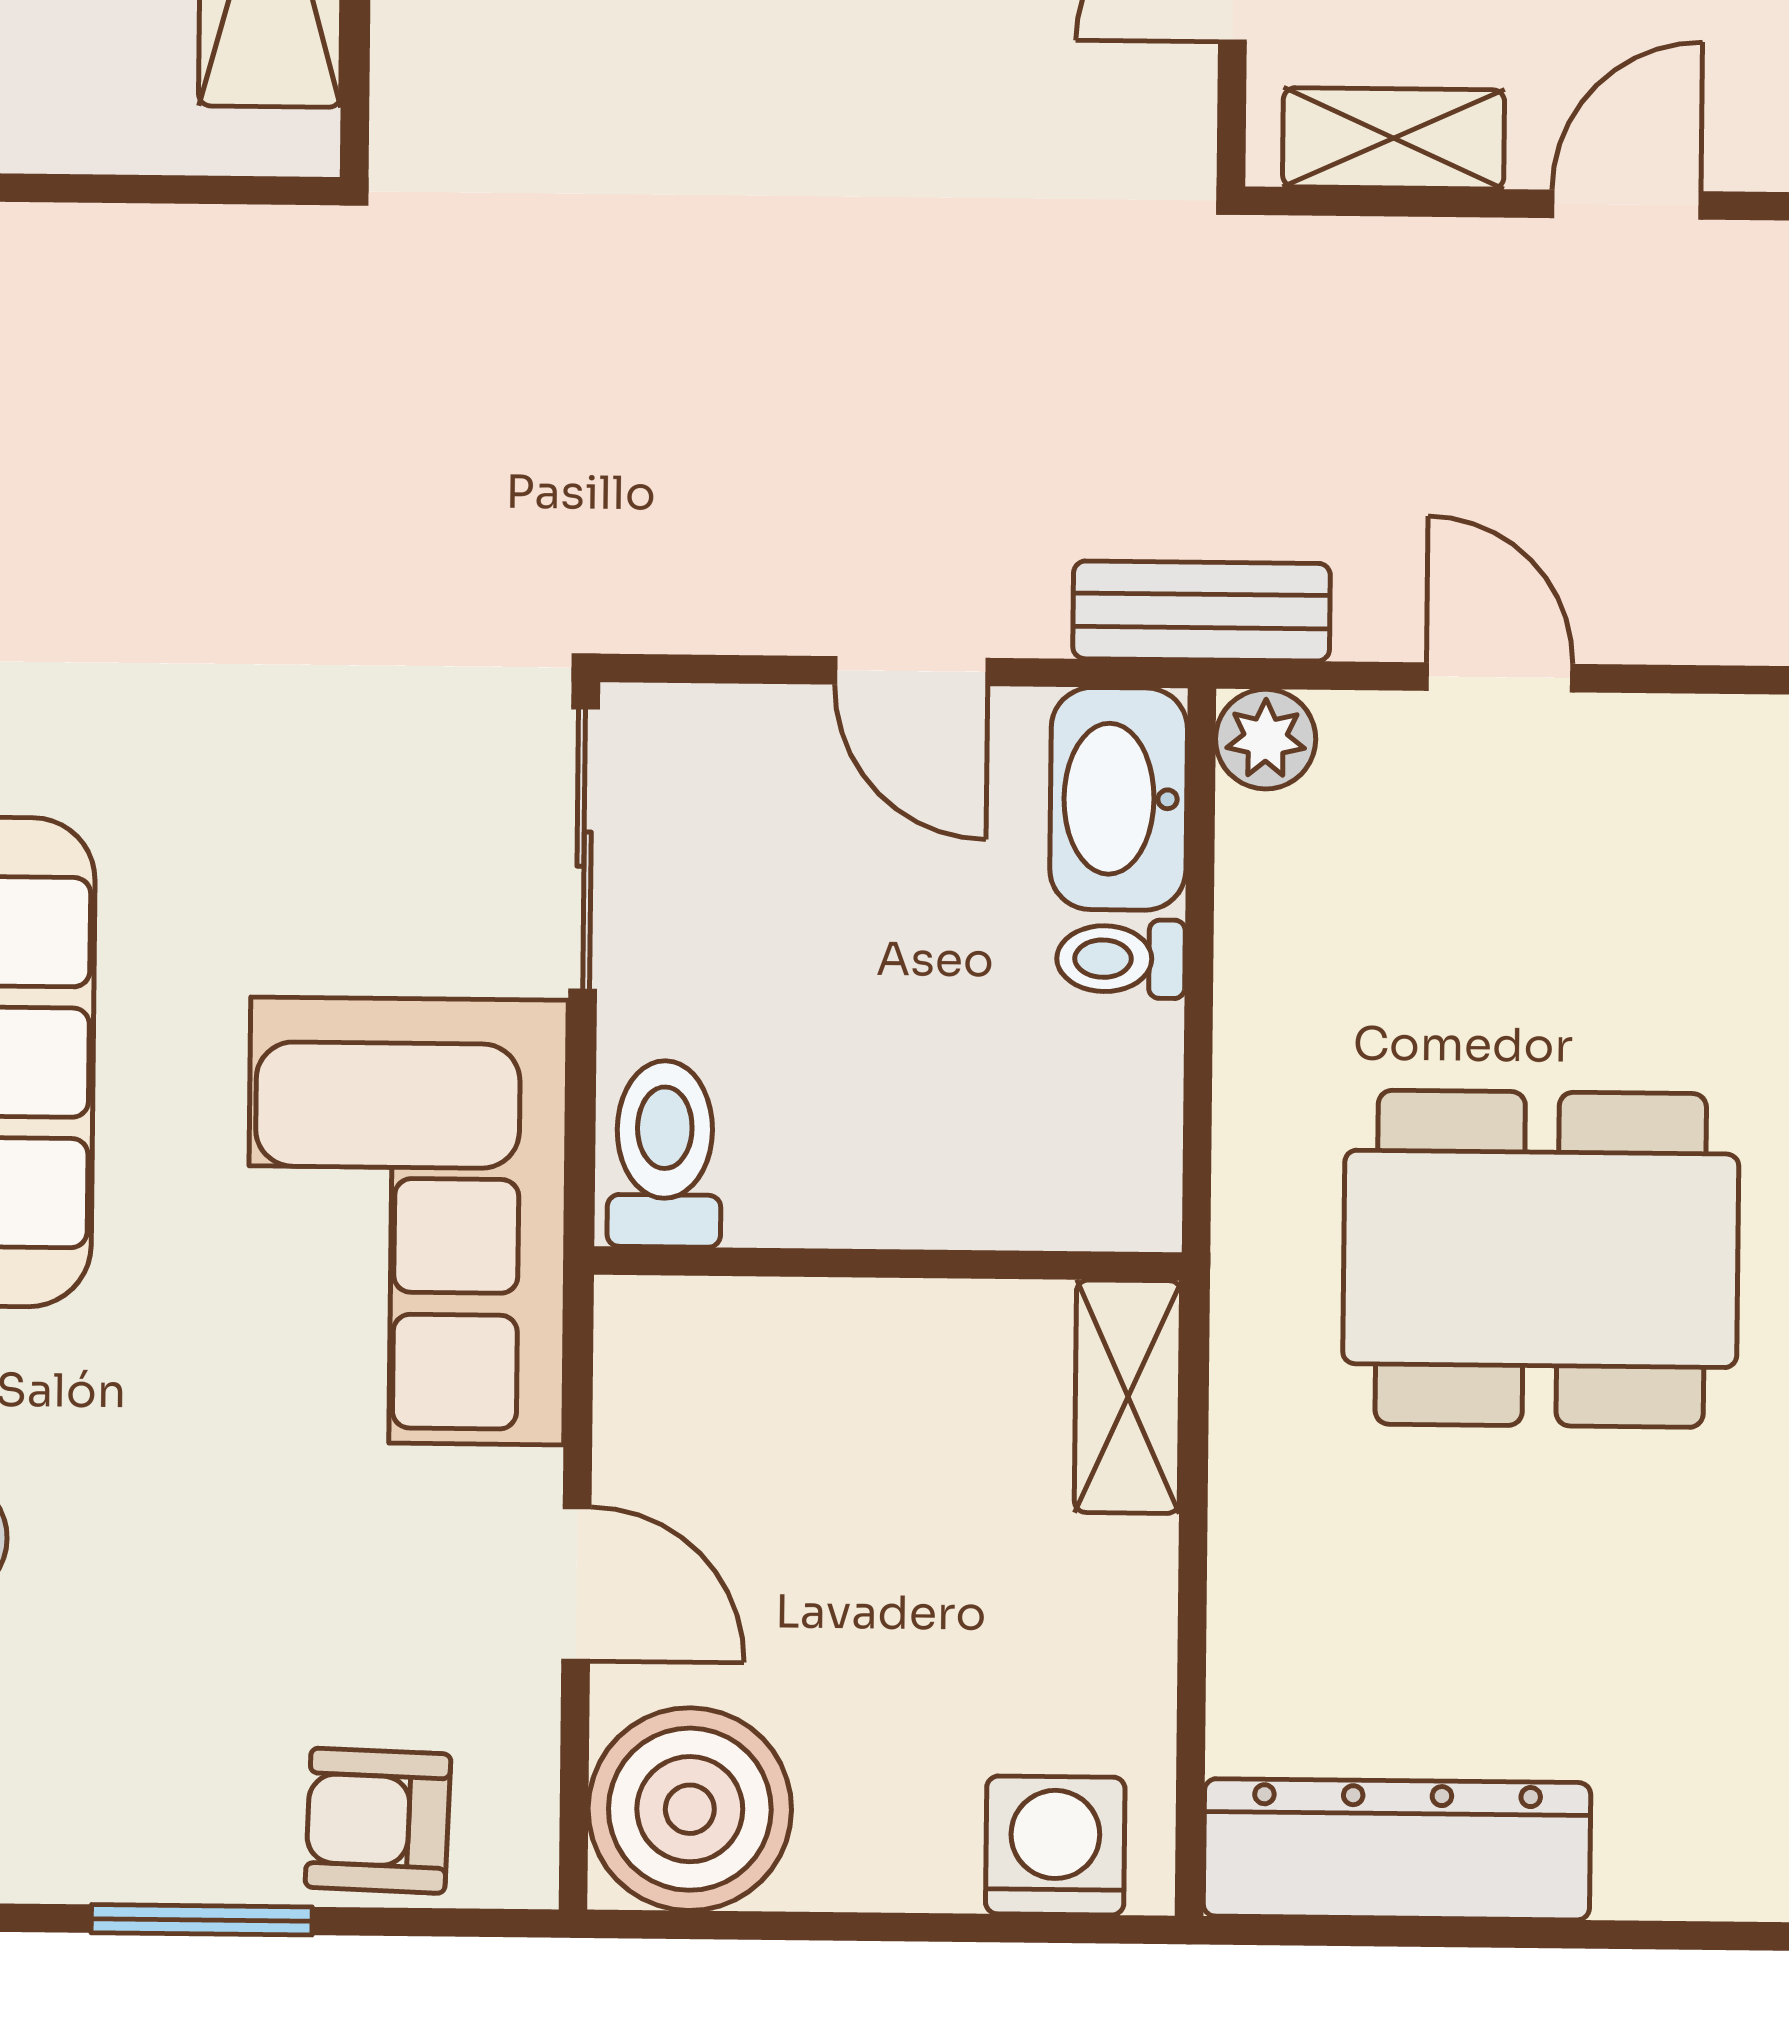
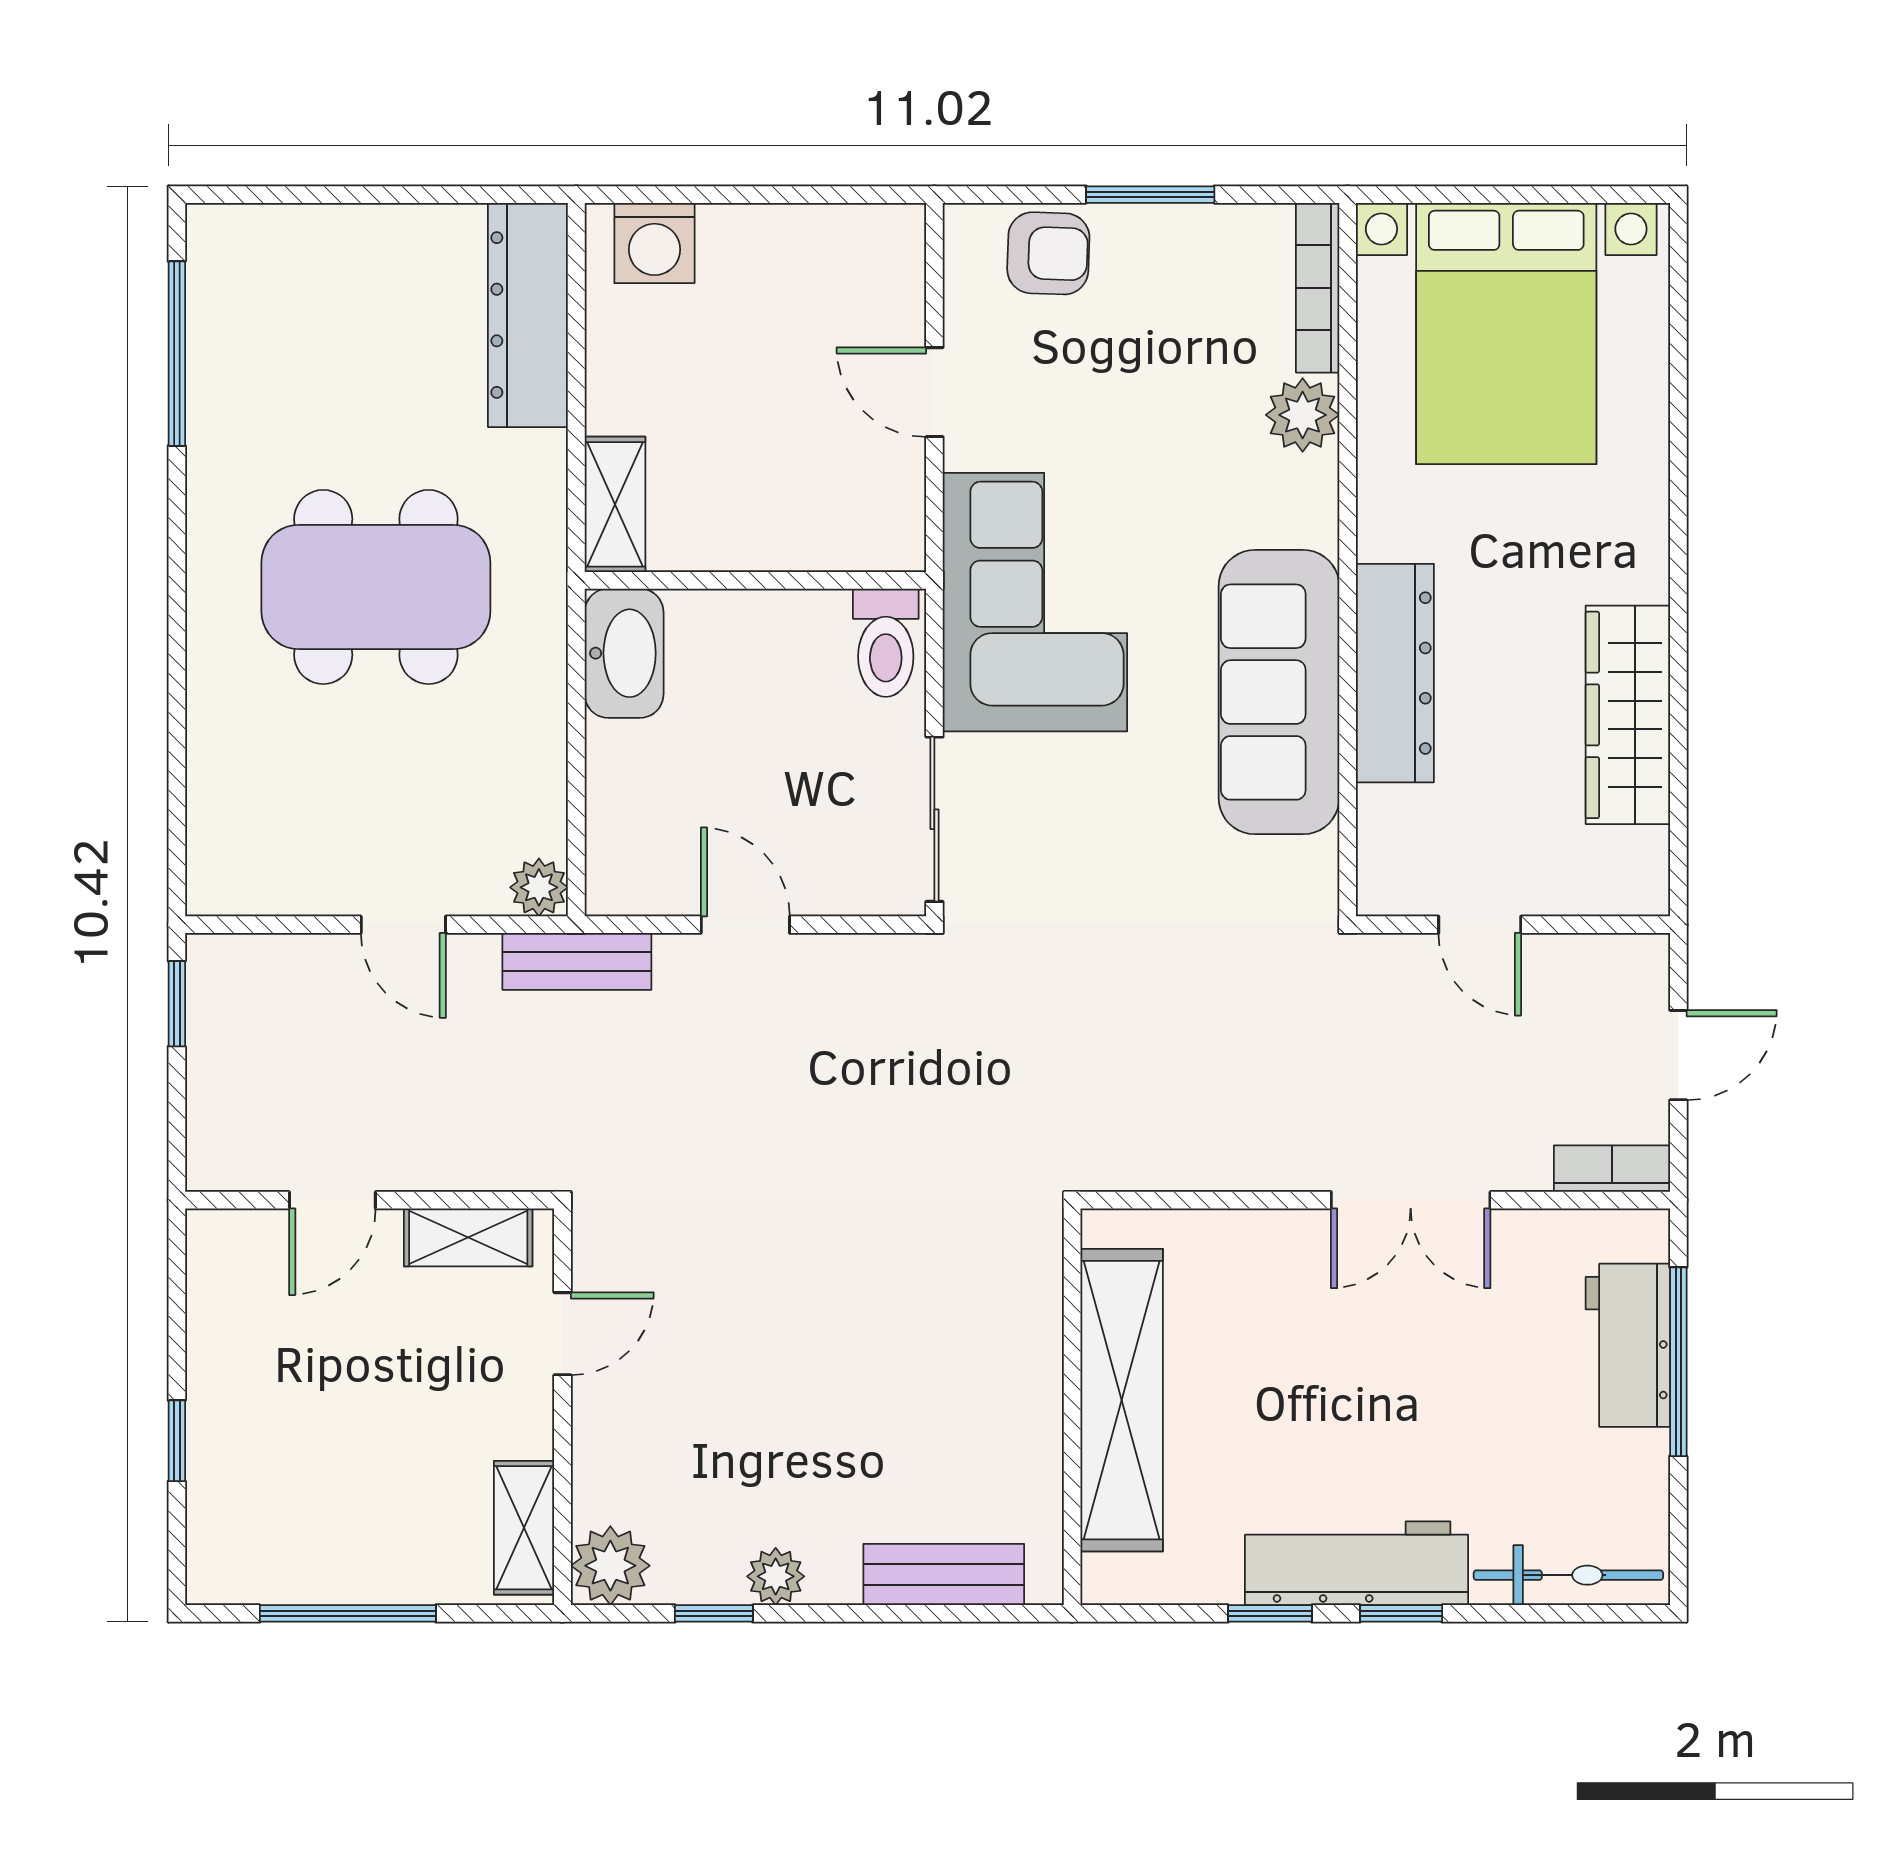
washbasin: (1119, 799) -> (624, 653), moved
toilet: (1121, 959) -> (622, 759), removed
boiler: (690, 1809) -> (867, 262), removed
dresser: (1397, 1849) -> (528, 315), moved, turned 90

